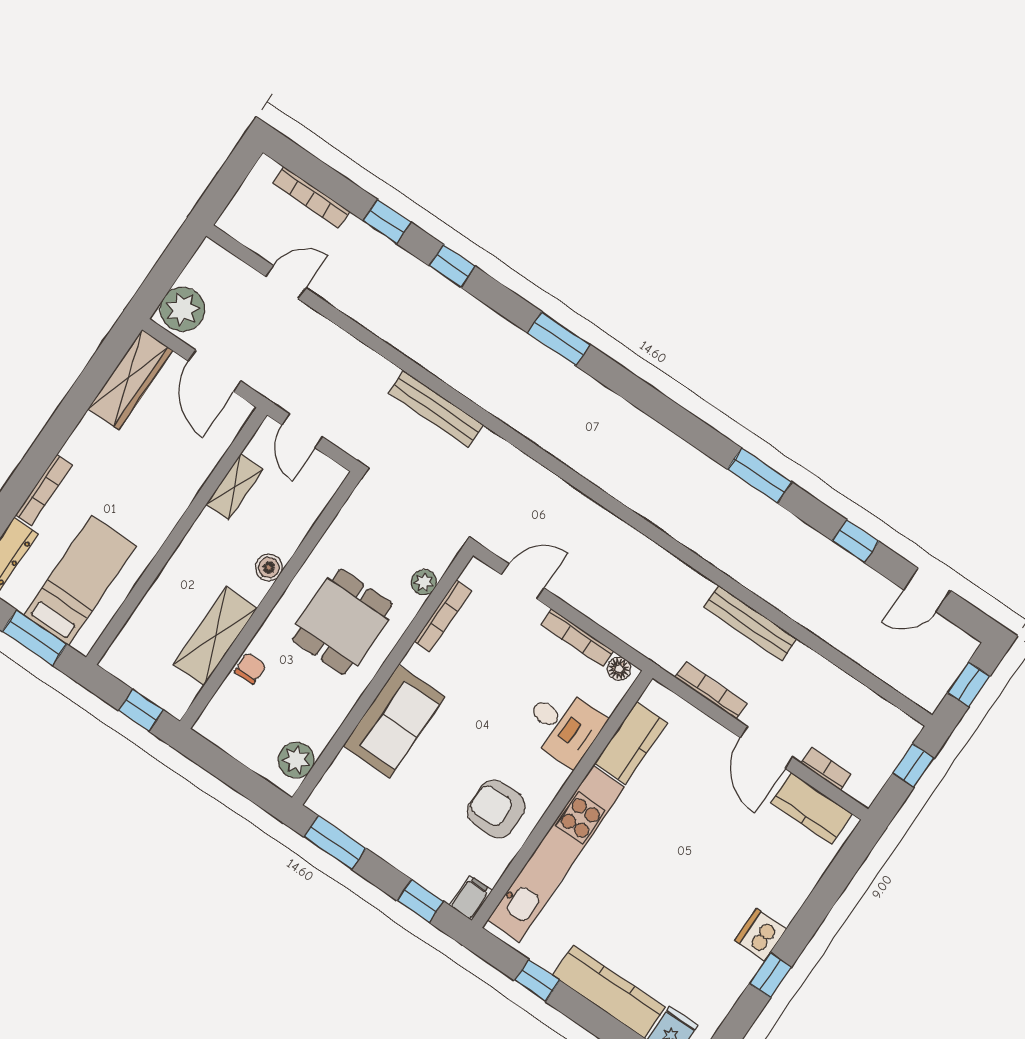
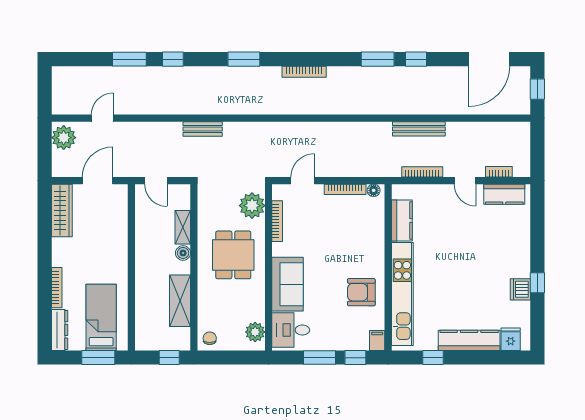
bookcase: (311, 197) -> (304, 72), moved
window: (387, 221) -> (129, 59), width x1.50
plant: (182, 309) -> (64, 138), moved
door: (215, 371) -> (98, 181), swing flipped
bench: (436, 409) -> (203, 129), width x0.73
shelving: (235, 487) -> (183, 227), moved
window: (856, 541) -> (416, 59), moved
plant: (424, 582) -> (252, 206), width x1.88, depth x1.88
door: (927, 590) -> (489, 59), width x1.87
chair: (250, 668) -> (210, 338), moved
desk: (563, 726) -> (291, 330), moved, turned 180
door: (766, 747) -> (465, 181), width x0.73
window: (913, 765) -> (537, 143), removed
window: (335, 843) -> (320, 358), moved
dishwasher: (760, 935) -> (520, 289), moved

